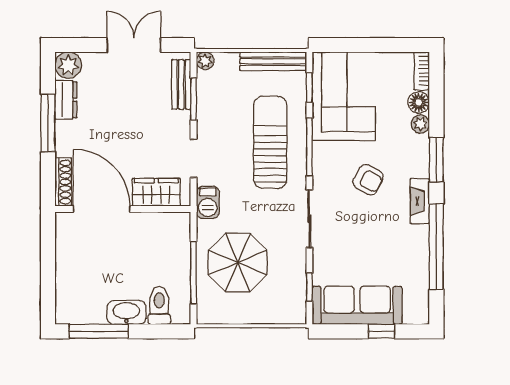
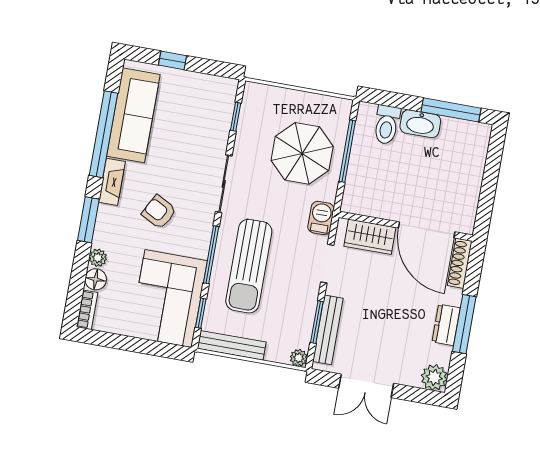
bench: (181, 84) -> (328, 330), width x1.36
dresser: (66, 100) -> (446, 325), moved
sofa: (357, 305) -> (133, 115), moved, turned -90

